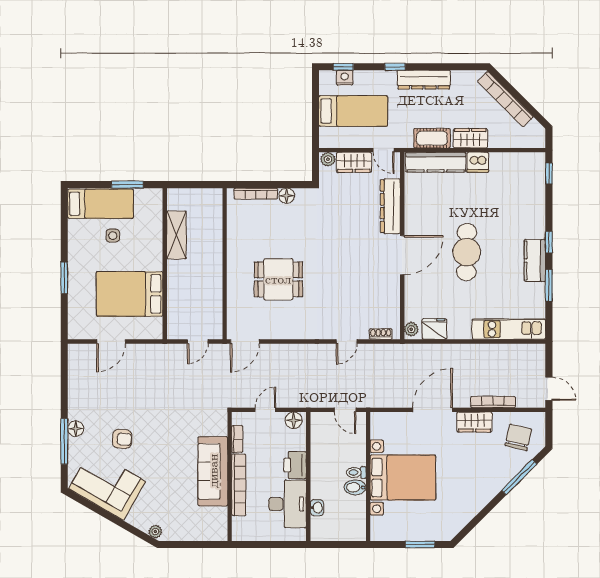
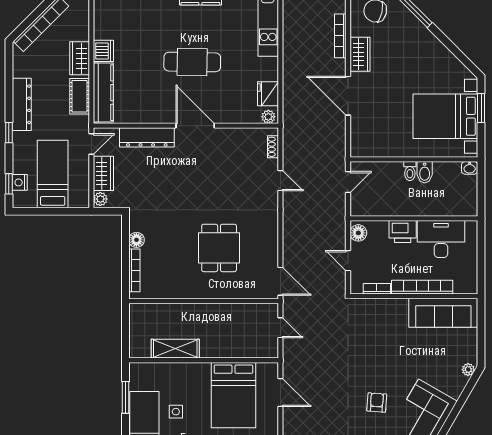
door: (111, 341) -> (280, 392), moved
sofa: (213, 471) -> (443, 313), moved
bed with nightstands: (403, 478) -> (445, 116), moved, turned -90
washbasin: (317, 508) -> (470, 168), moved, turned 180

